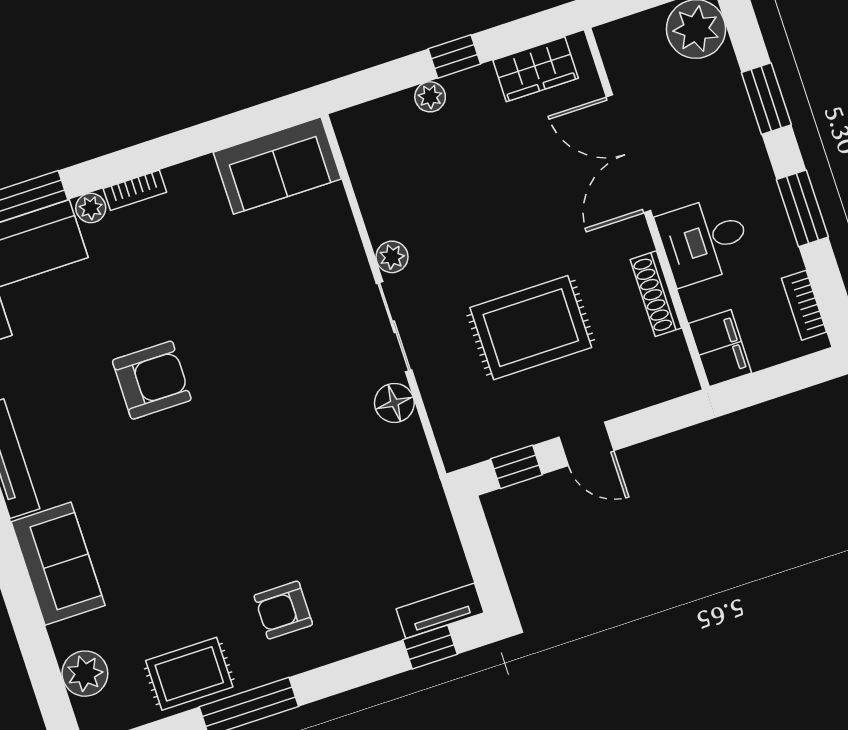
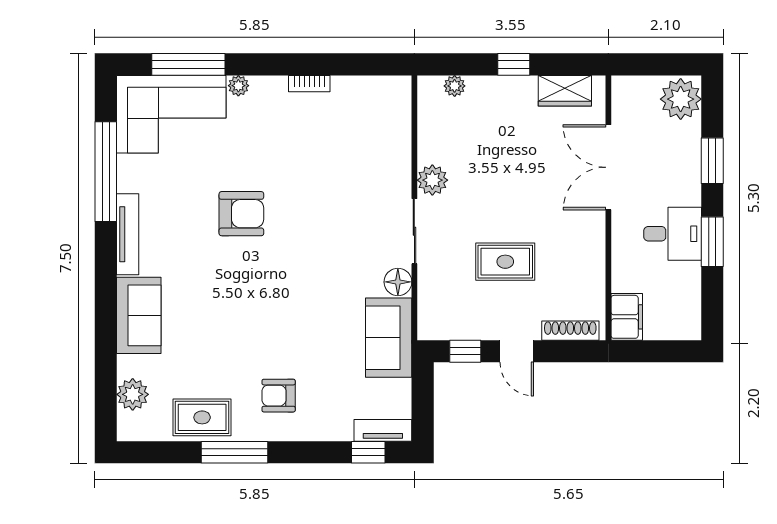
plant: (430, 97) -> (455, 86), moved
sofa: (277, 166) -> (389, 338), moved, turned 90
bookcase: (135, 190) -> (309, 84), moved
desk: (704, 240) -> (673, 234), moved, turned 180
plant: (392, 257) -> (432, 180), width x1.38, depth x1.38
shoe rack: (656, 294) -> (570, 331), moved, turned 90
bookcase: (804, 305) -> (692, 307), removed
rug: (531, 328) -> (505, 262), width x0.73, depth x0.70

